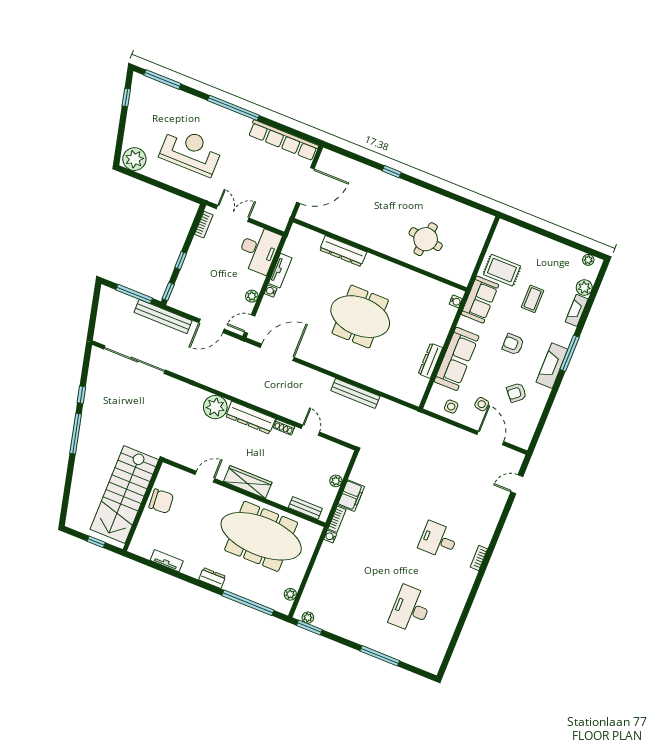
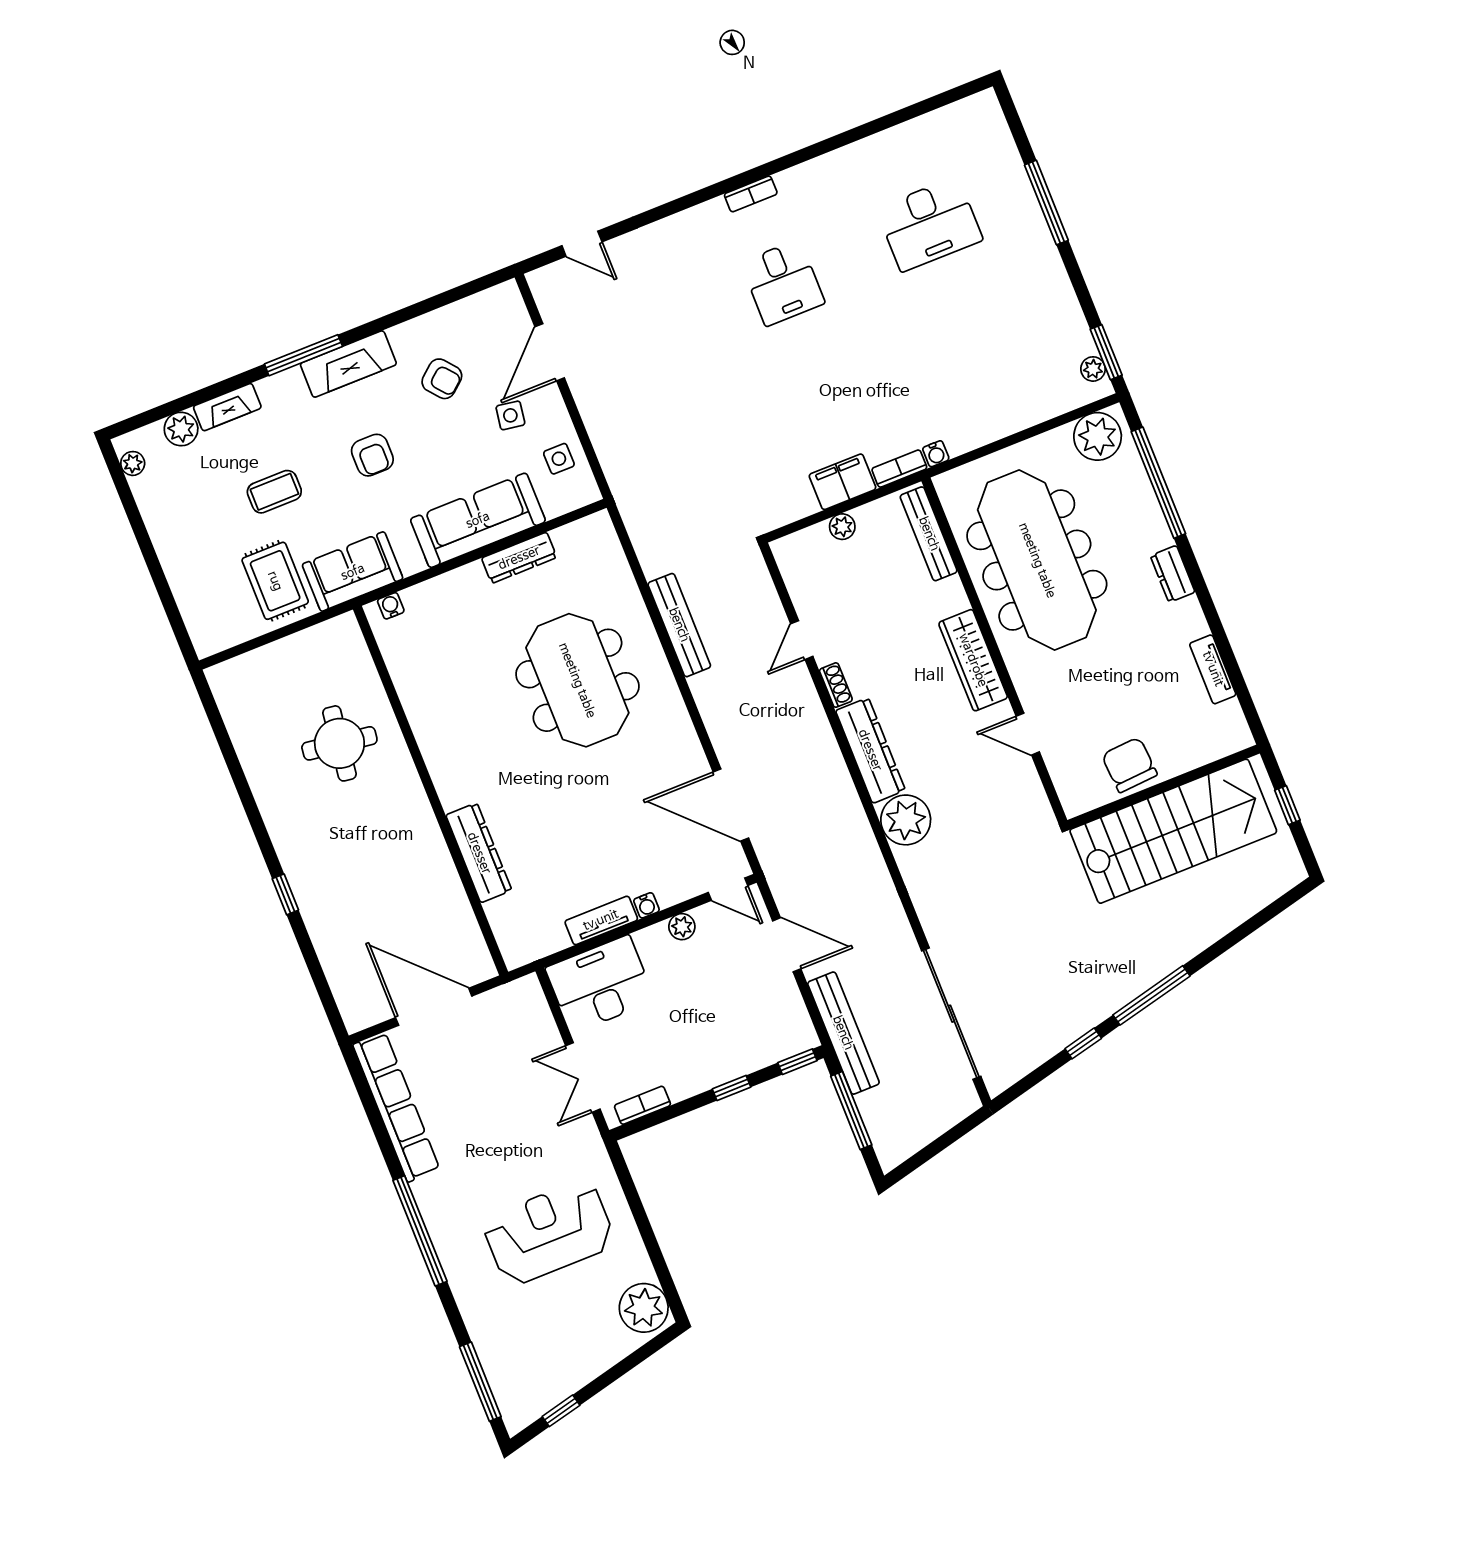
reception desk: (191, 151) -> (549, 1232), turned 90
meeting table: (360, 317) -> (577, 680), moved
bench: (305, 508) -> (929, 534), width x1.36
plant: (290, 594) -> (1098, 436), width x1.87, depth x1.87

